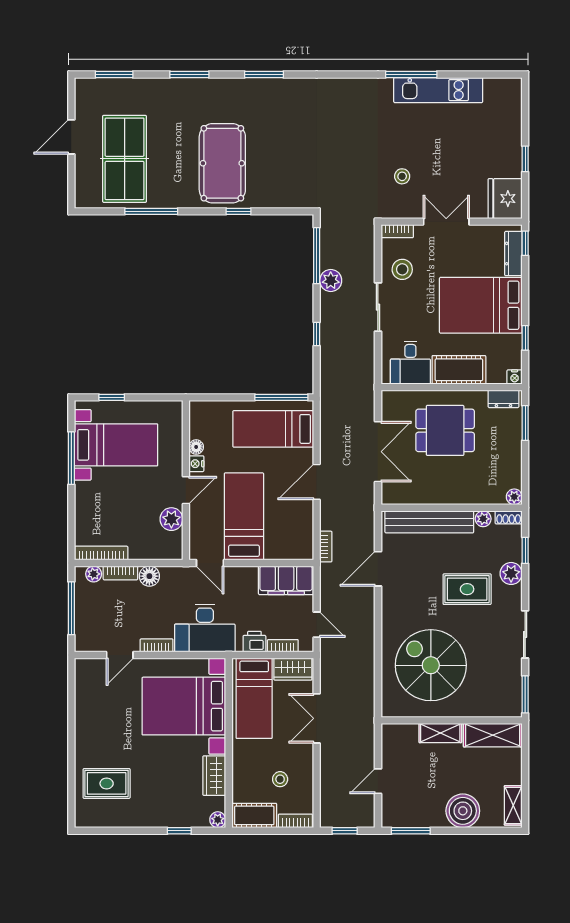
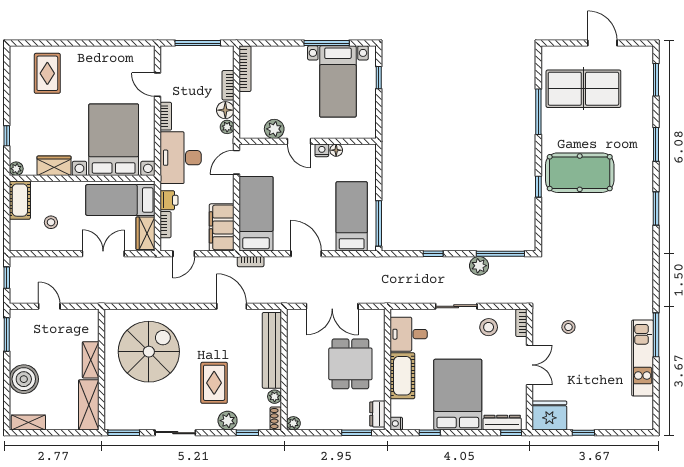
bed: (244, 516) -> (256, 214), moved, turned -90
plant: (94, 574) -> (227, 127), moved
bookcase: (295, 821) -> (15, 235), removed

